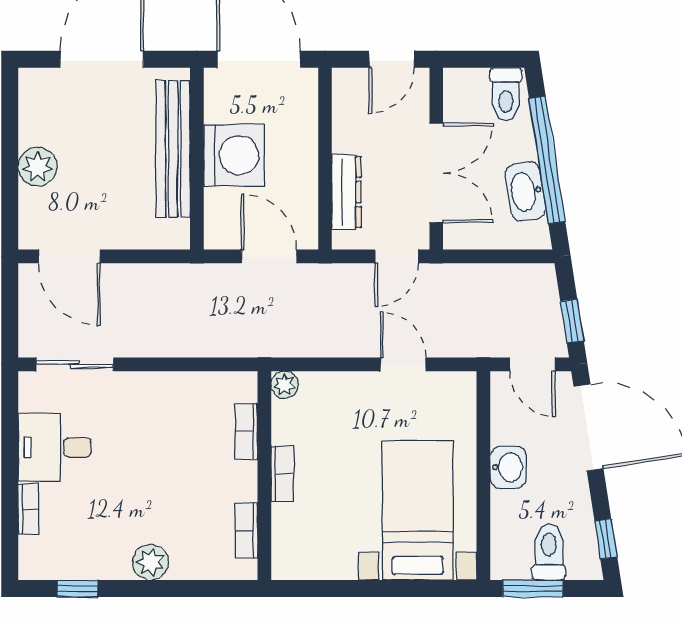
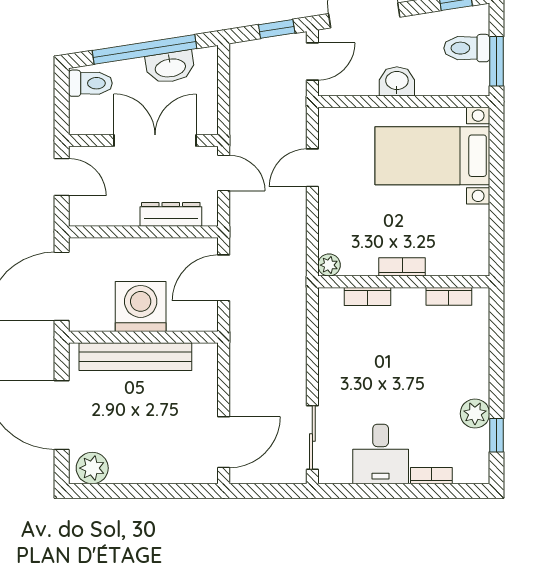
plant: (38, 167) -> (92, 468), moved
plant: (151, 562) -> (475, 414), moved

